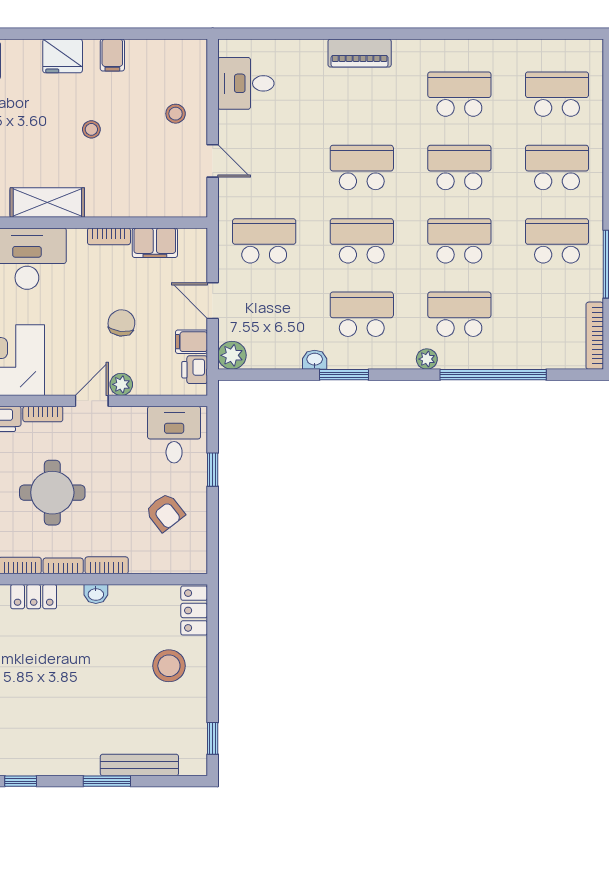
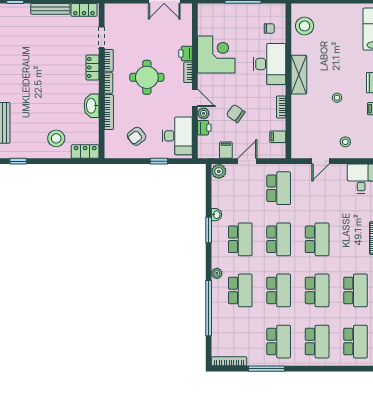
filing cabinet: (155, 243) -> (278, 137), width x0.50
chair: (121, 323) -> (236, 114), turned -152
printer: (195, 370) -> (204, 128), moved, turned 90
desk: (174, 435) -> (177, 136), width x1.37
bookcase: (107, 565) -> (109, 112), width x1.56
washbasin: (96, 594) -> (92, 106), width x1.91, depth x1.45

